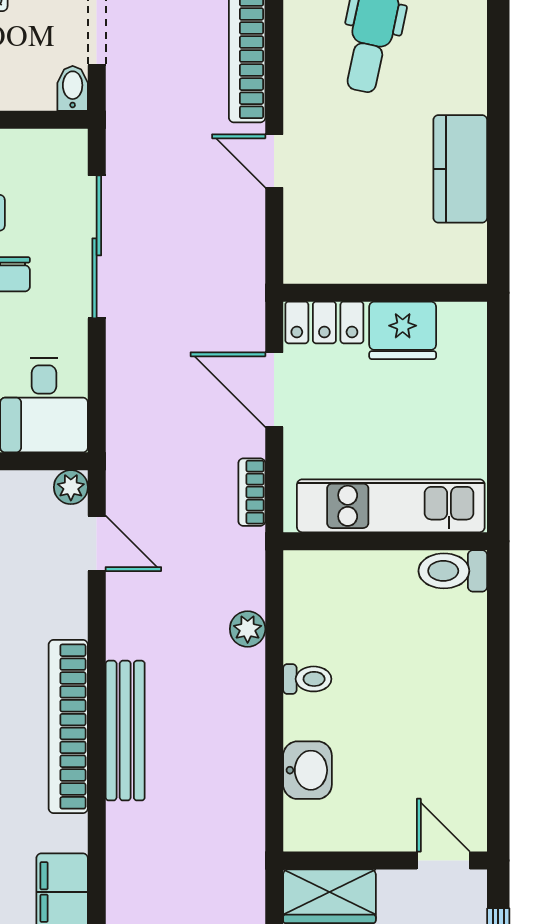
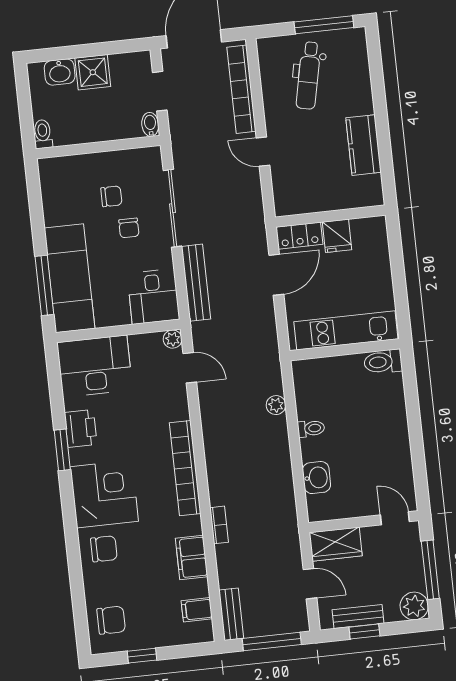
fridge: (403, 330) -> (337, 236), width x0.72
door: (274, 390) -> (276, 275), swing flipped
bookcase: (252, 492) -> (219, 525), moved, turned 180
bench: (125, 731) -> (196, 283), moved

